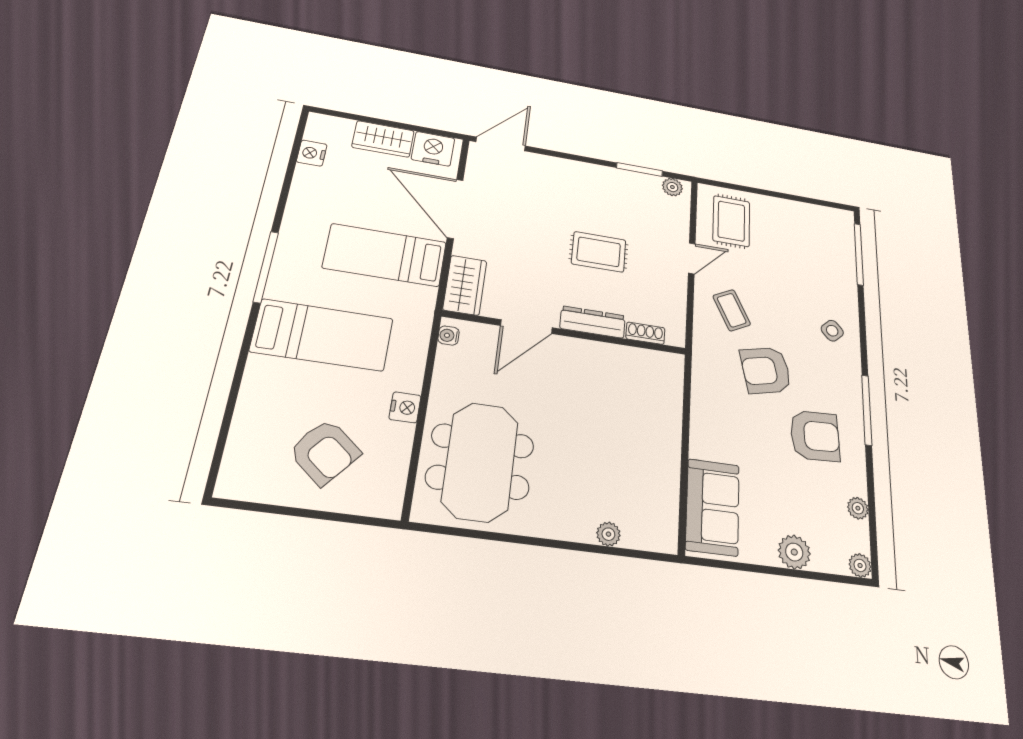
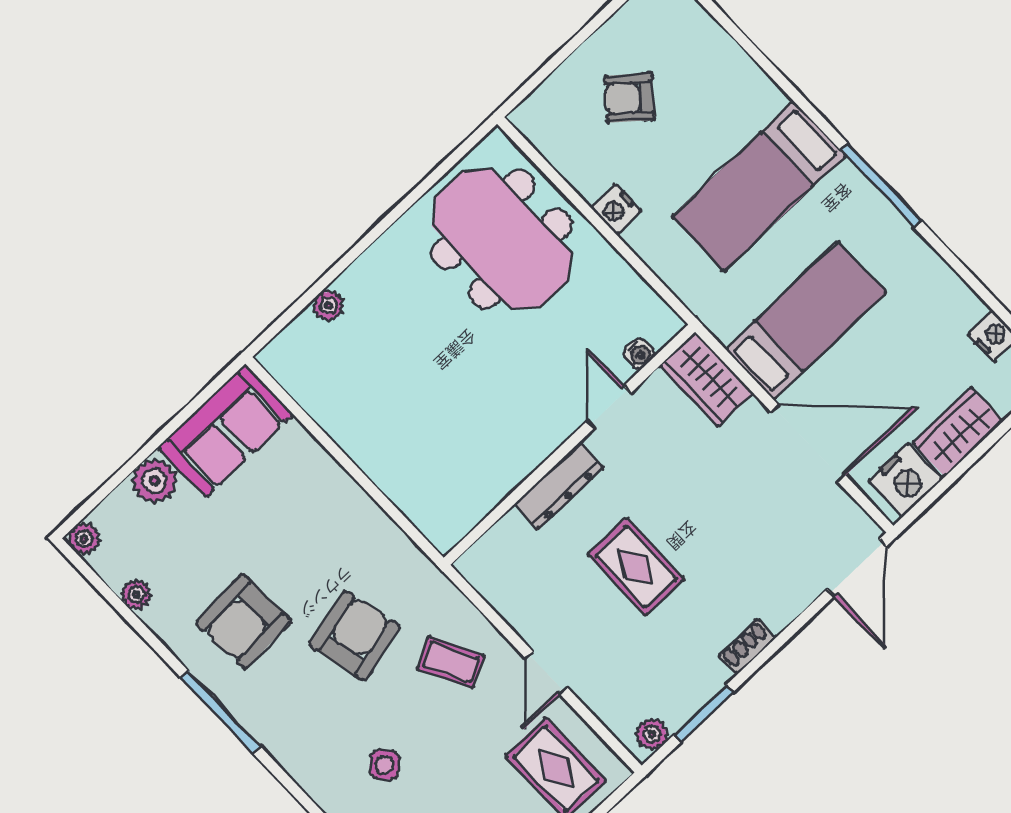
rug: (599, 252) -> (636, 567), turned 90
door: (526, 327) -> (609, 407), width x0.73
side table: (832, 331) -> (384, 765), moved
shoe rack: (645, 333) -> (747, 647), moved, turned 180
water cooler: (449, 336) -> (639, 353), moved, turned 90
armchair: (325, 452) -> (630, 98), width x0.72, depth x0.72
sofa: (713, 507) -> (226, 431), moved, turned -90

